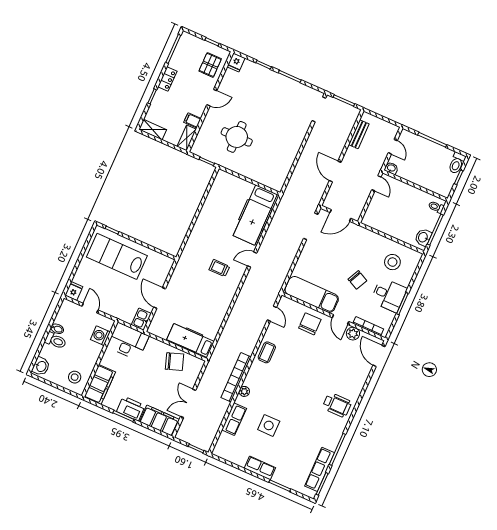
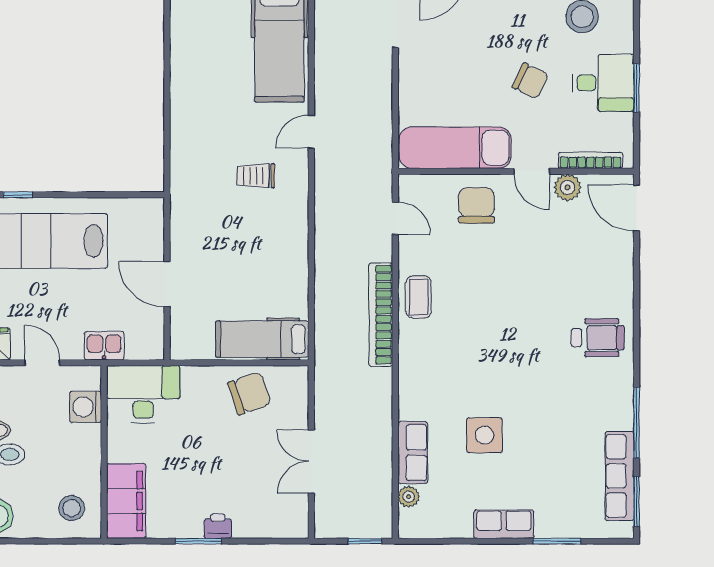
kitchen sink: (141, 319) -> (104, 346), moved, turned 90
bookcase: (236, 377) -> (381, 315), moved
plant: (244, 391) -> (409, 497), moved
printer: (131, 409) -> (218, 526), width x0.53, depth x0.68
filing cabinet: (159, 421) -> (271, 519), removed

